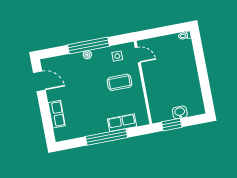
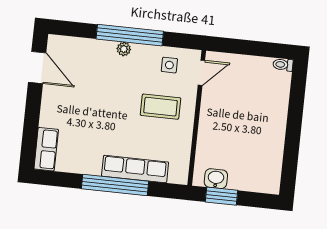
door: (138, 55) -> (201, 73), hinge flipped
washbasin: (180, 112) -> (216, 179), moved
row of seats: (57, 114) -> (46, 149), moved
row of seats: (122, 123) -> (135, 169), width x1.48

